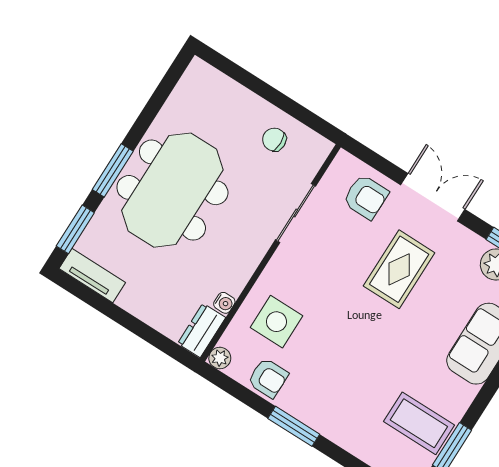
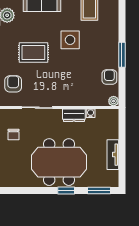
window: (113, 170) -> (66, 191), width x0.67
tv unit: (92, 276) -> (113, 155), moved
side table: (276, 322) -> (70, 40), moved
dresser: (202, 330) -> (74, 115), moved

